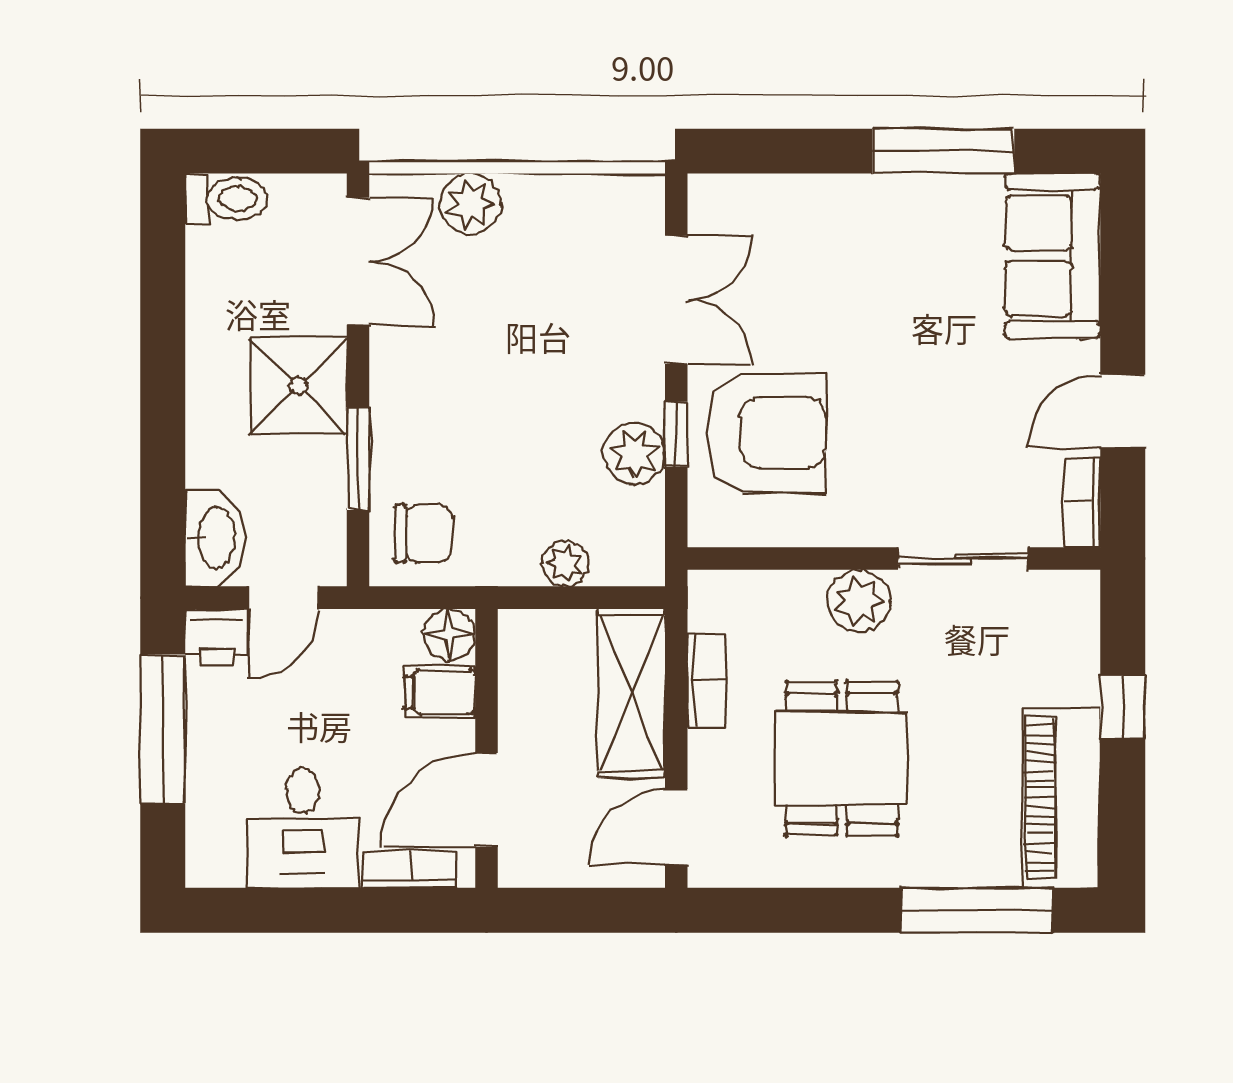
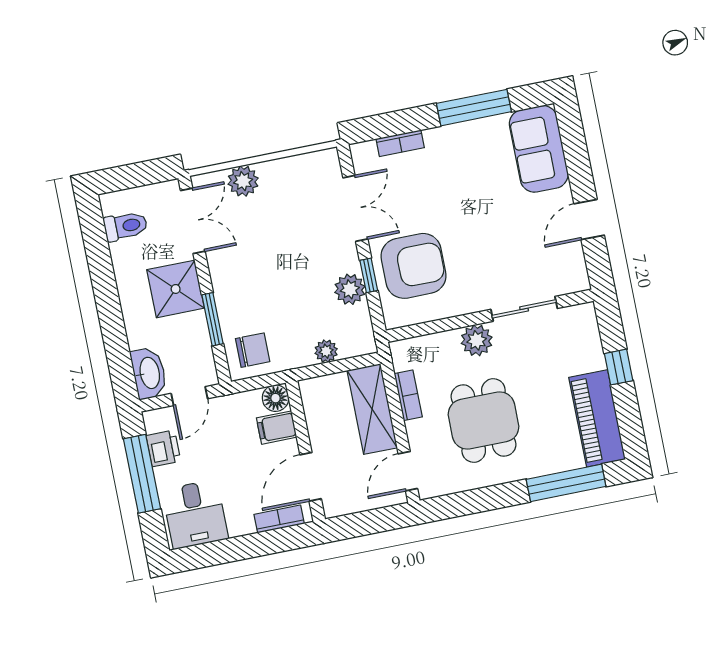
toilet: (226, 199) -> (126, 226), moved
bookcase: (1082, 502) -> (400, 143), moved, turned -90
printer: (217, 637) -> (163, 448), moved, turned -90
desk: (303, 828) -> (195, 514), moved

